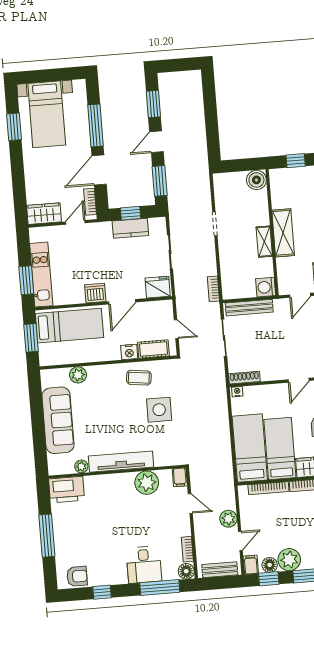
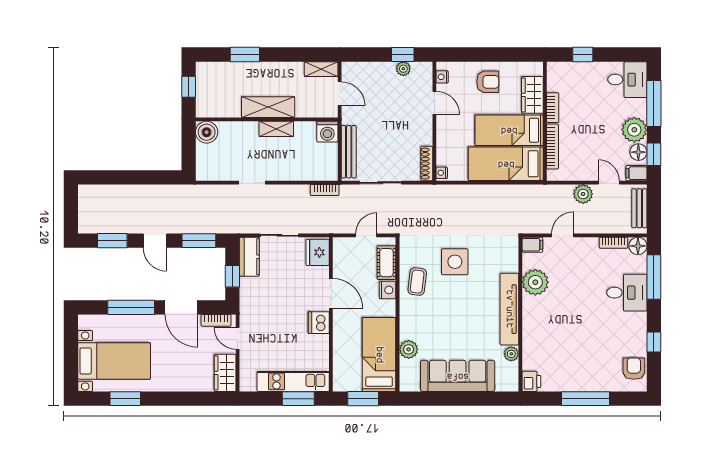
kitchen counter: (130, 228) -> (249, 257), moved
bed: (69, 326) -> (379, 355), moved
printer: (67, 490) -> (531, 381), width x0.53, depth x0.68

